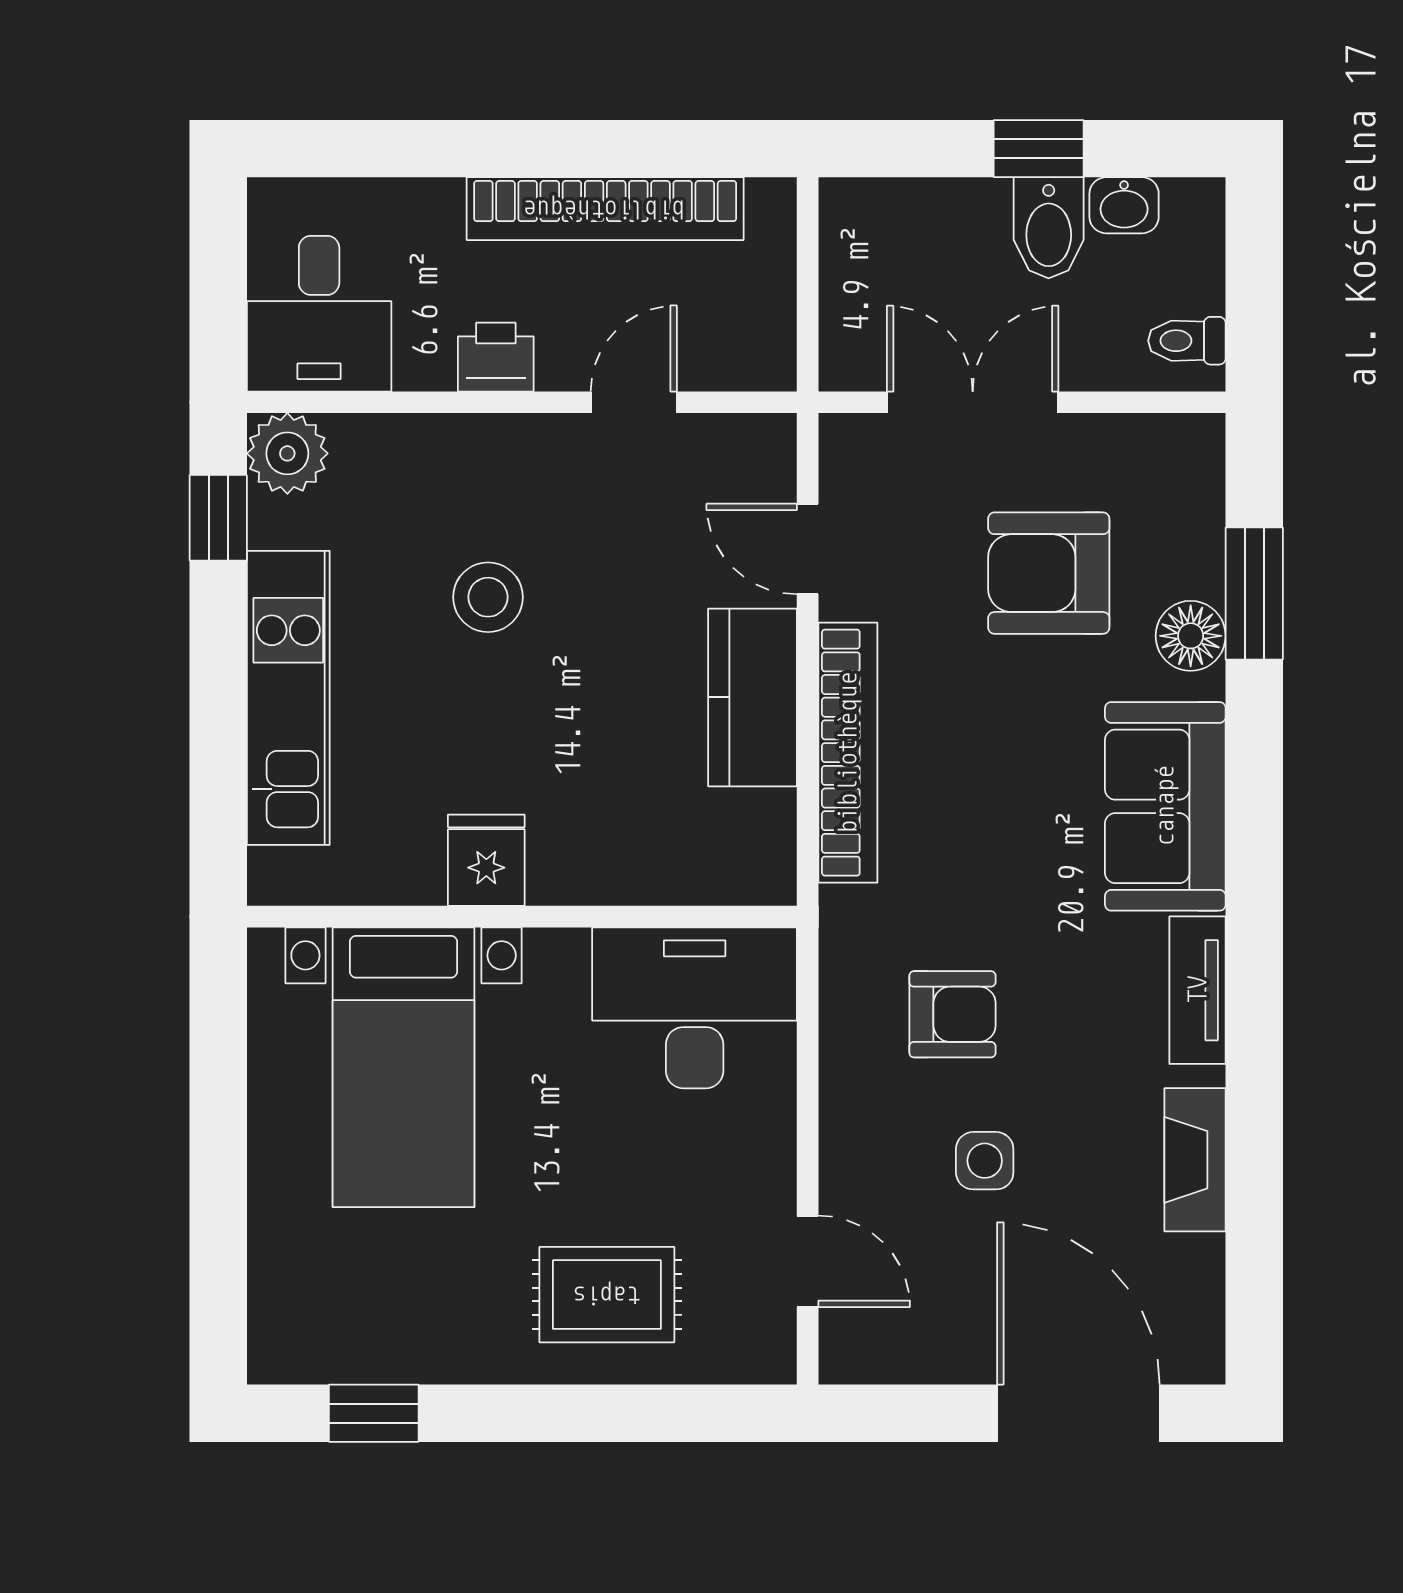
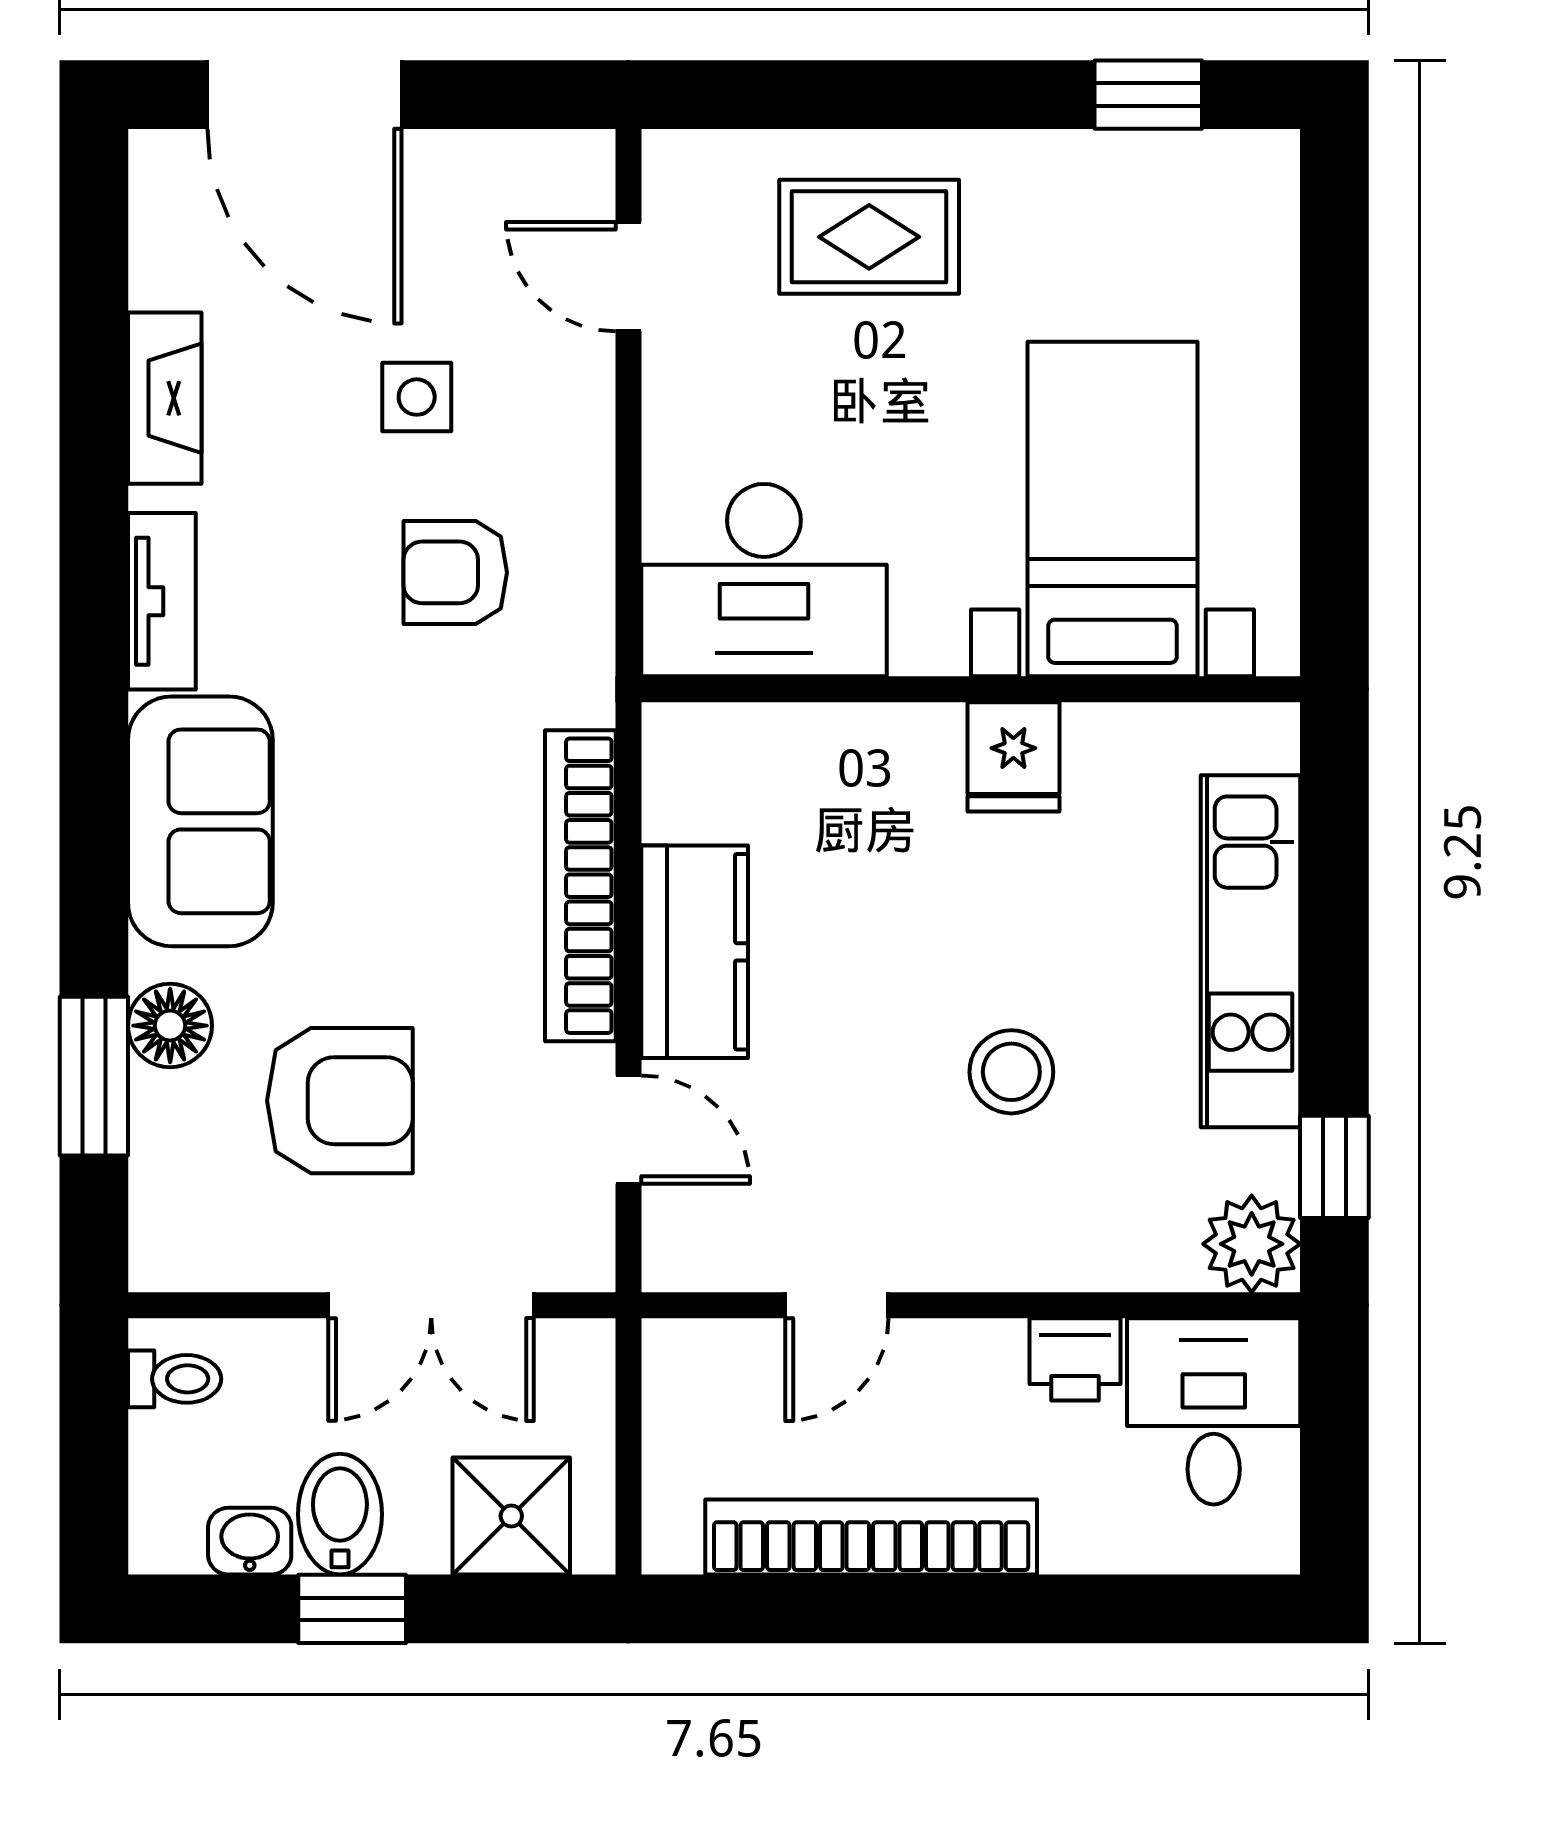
shower: (906, 226) -> (511, 1516), added
printer: (496, 357) -> (1075, 1359), moved

